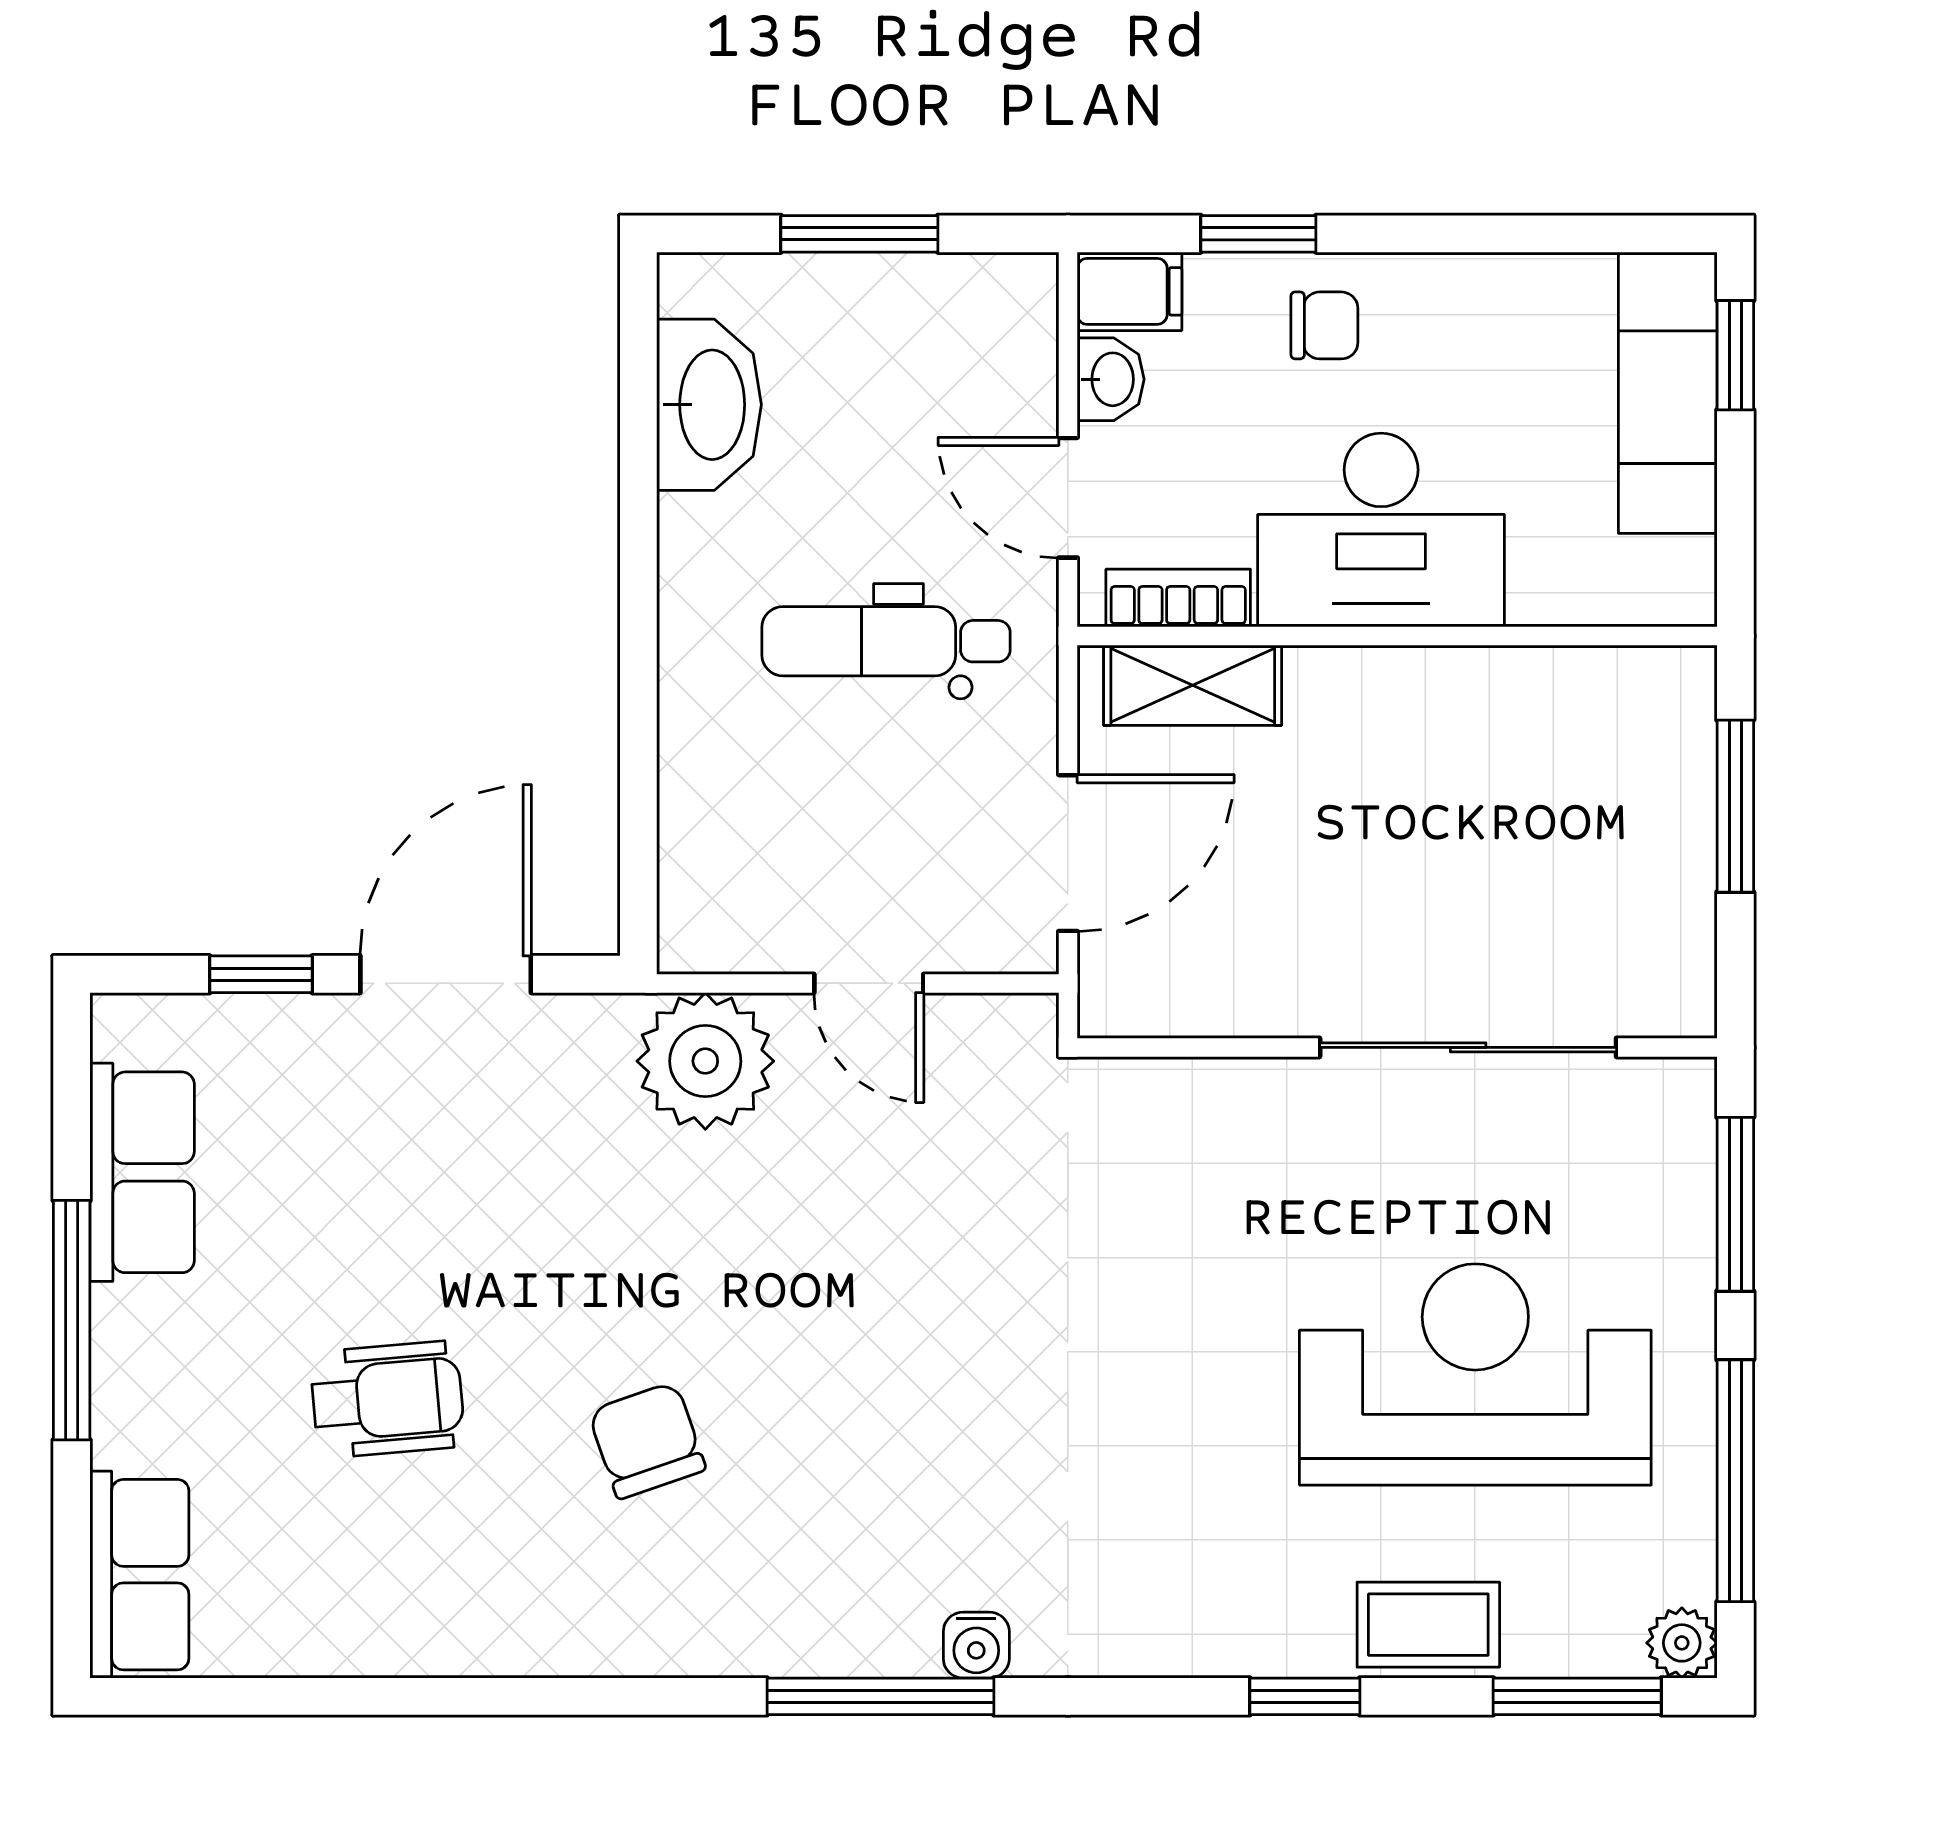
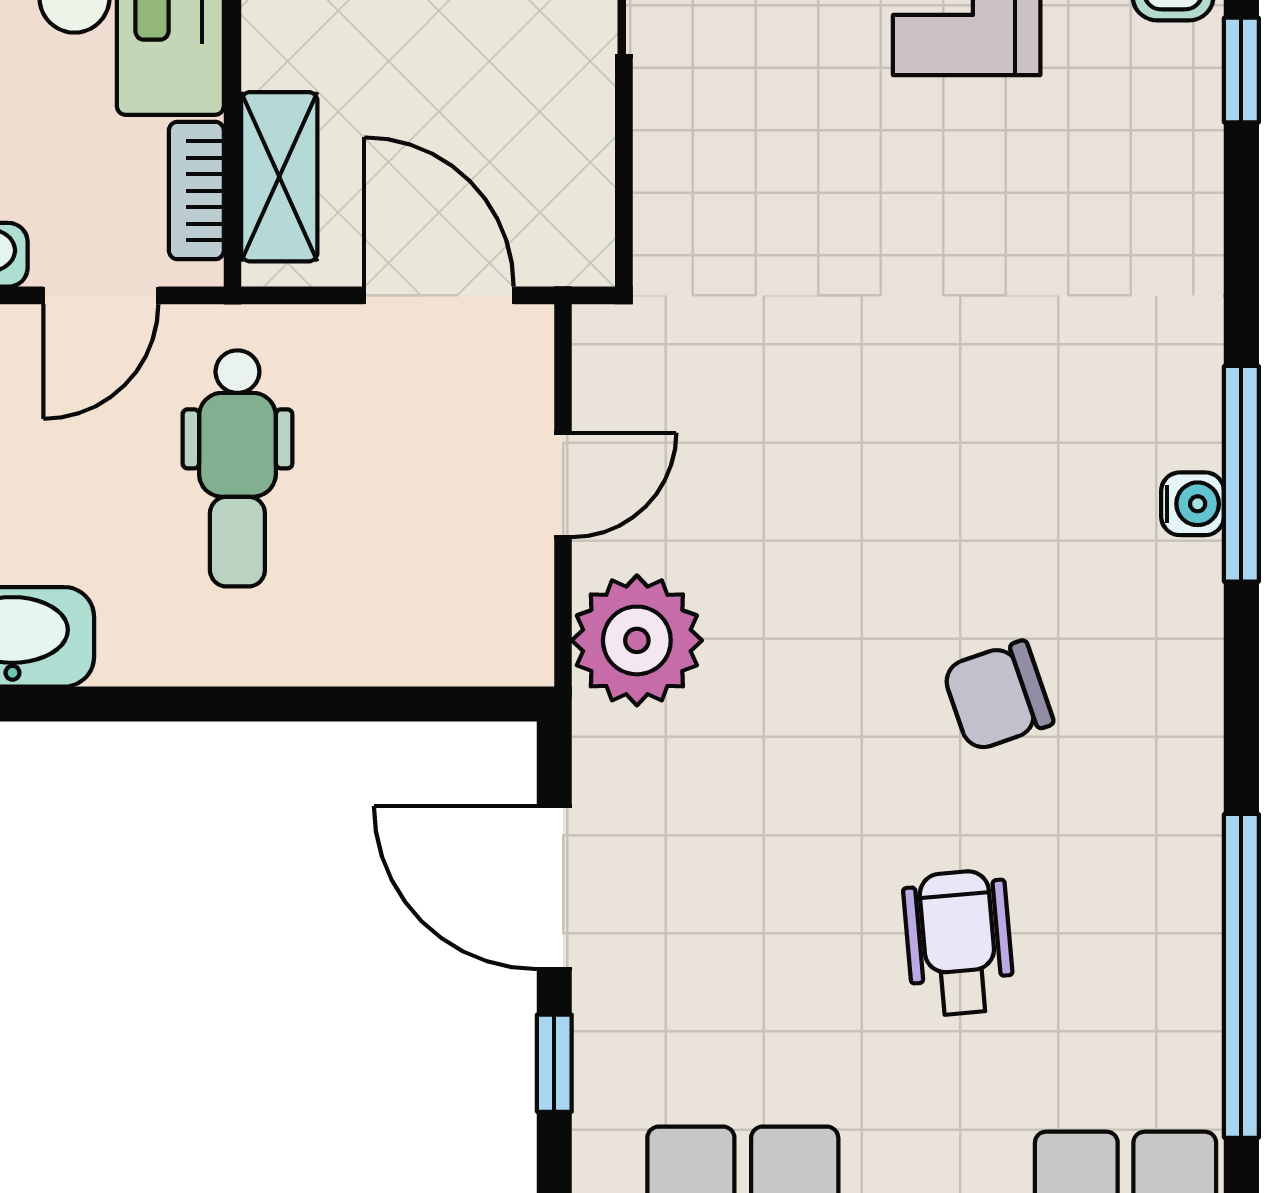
water cooler: (976, 1645) -> (1193, 504), moved
window: (353, 1696) -> (1241, 976), added

